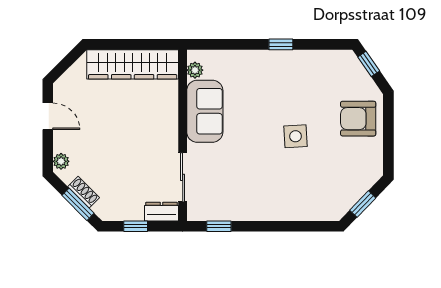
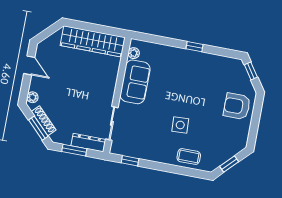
side table: (296, 136) -> (180, 125), moved
shoe rack: (84, 192) -> (44, 121), width x1.43
coffee table: (302, 204) -> (189, 156), added
dresser: (162, 212) -> (88, 143), width x1.44
window: (136, 226) -> (74, 150), width x1.50

